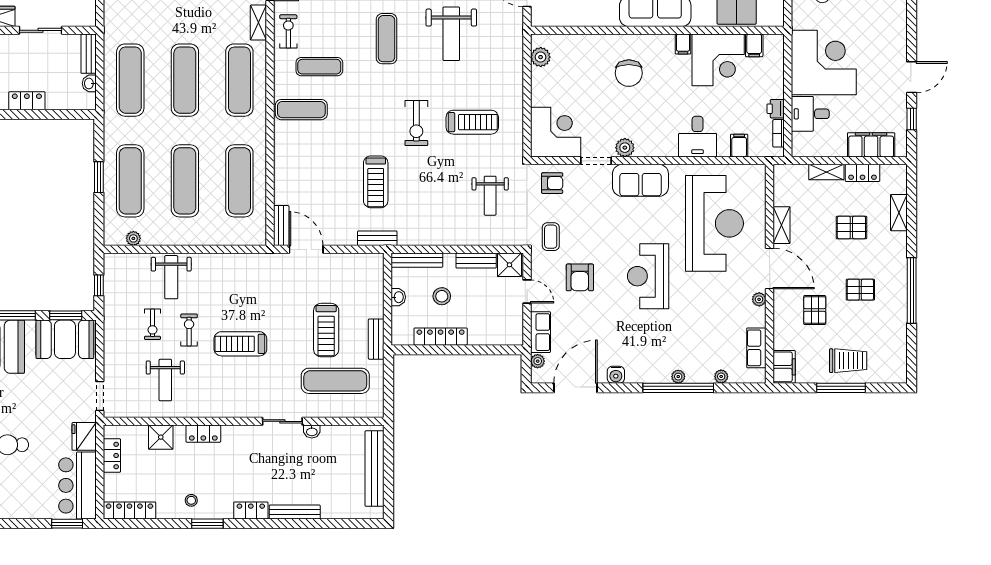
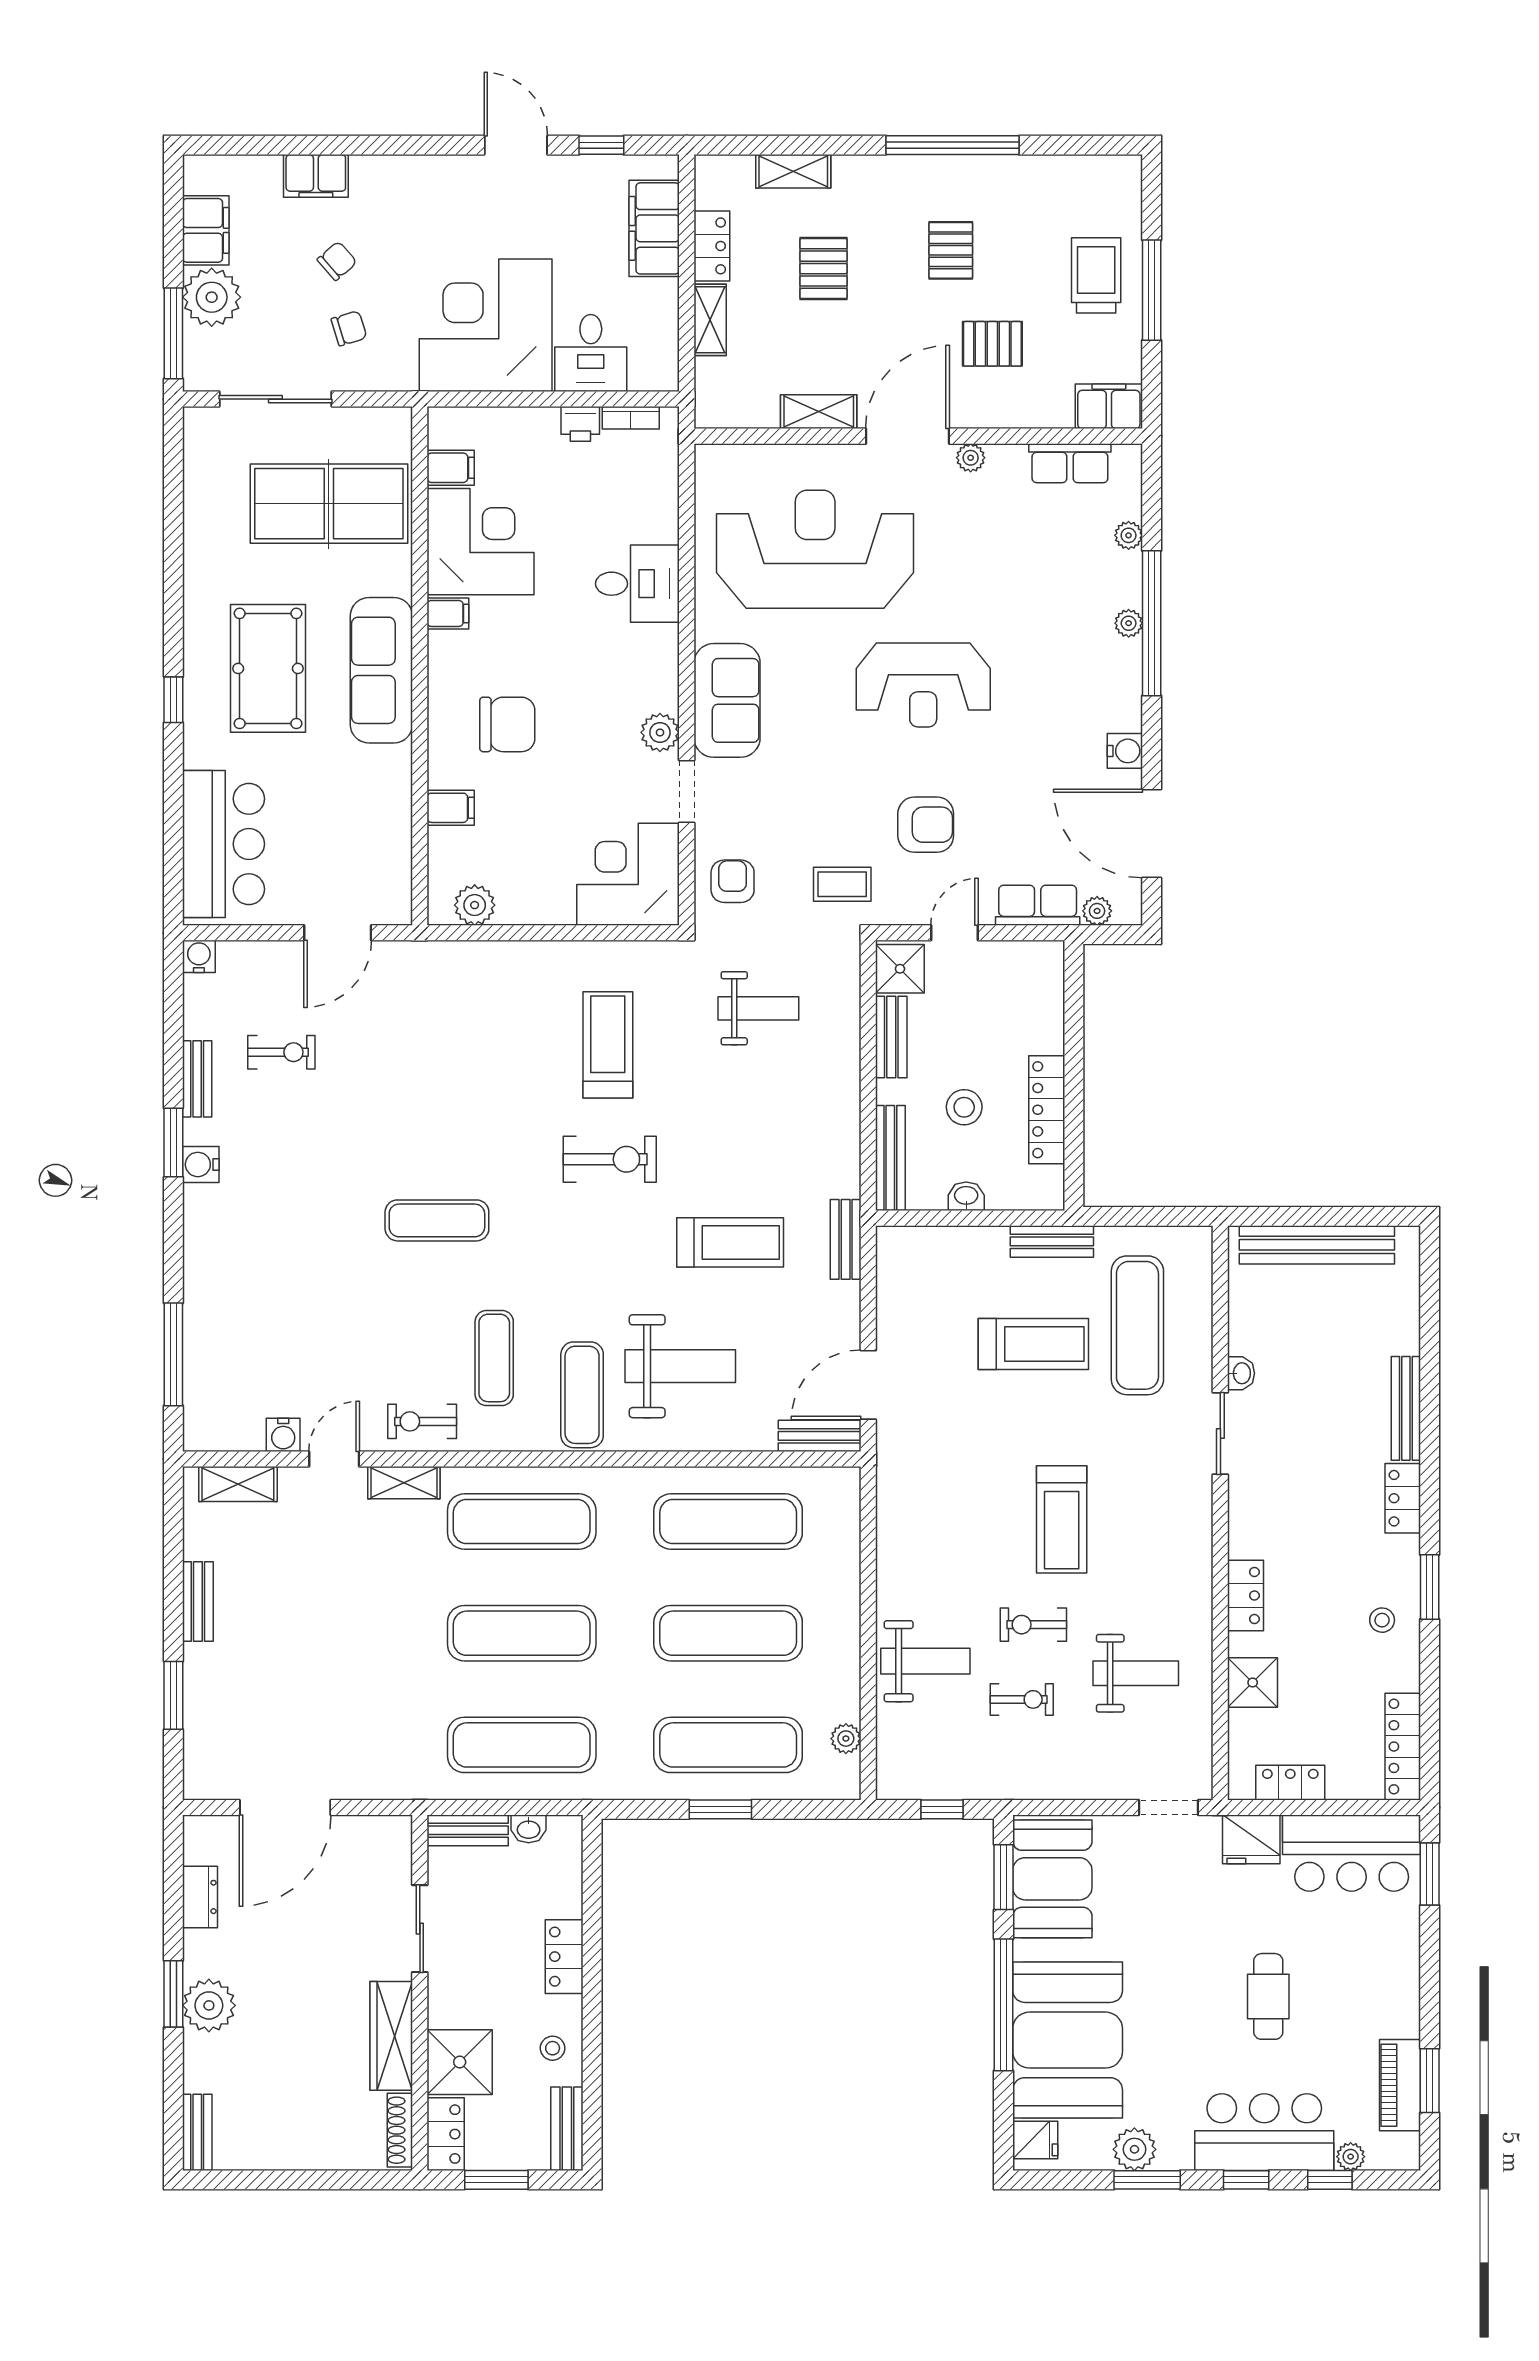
weight bench: (451, 34) -> (680, 1366), moved
filing cabinet: (739, 146) -> (451, 808), moved, turned 180

